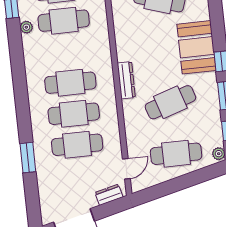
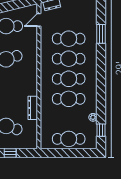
cafe table: (64, 21) -> (69, 99), moved
dresser: (126, 80) -> (33, 108), moved

